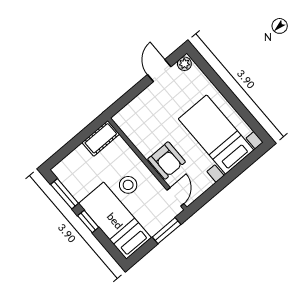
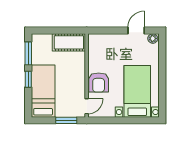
cot: (101, 138) -> (69, 42), width x1.37, depth x1.34
stool: (128, 185) -> (67, 78), removed

